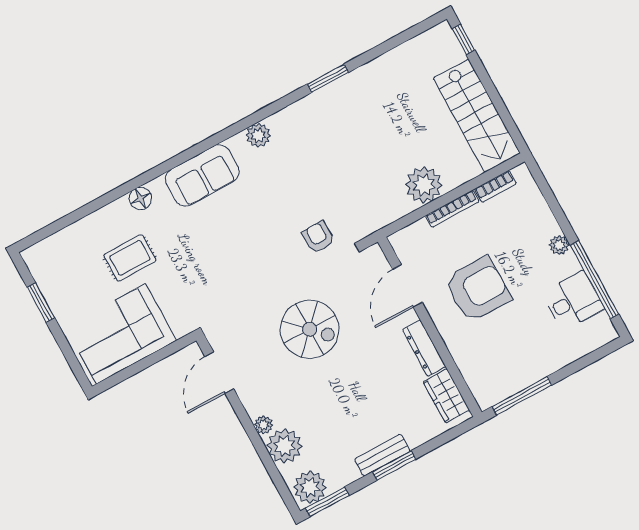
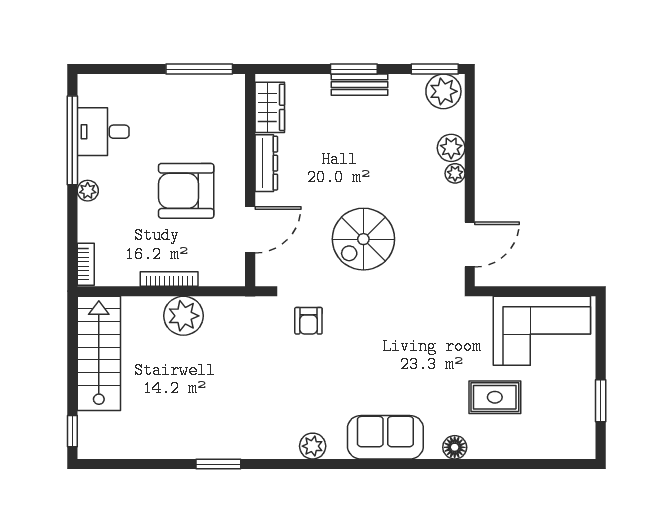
bookcase: (495, 186) -> (86, 264), moved, turned 90
spiral stairs: (310, 329) -> (363, 239), turned -90
plant: (285, 446) -> (451, 148), width x0.73, depth x0.73

